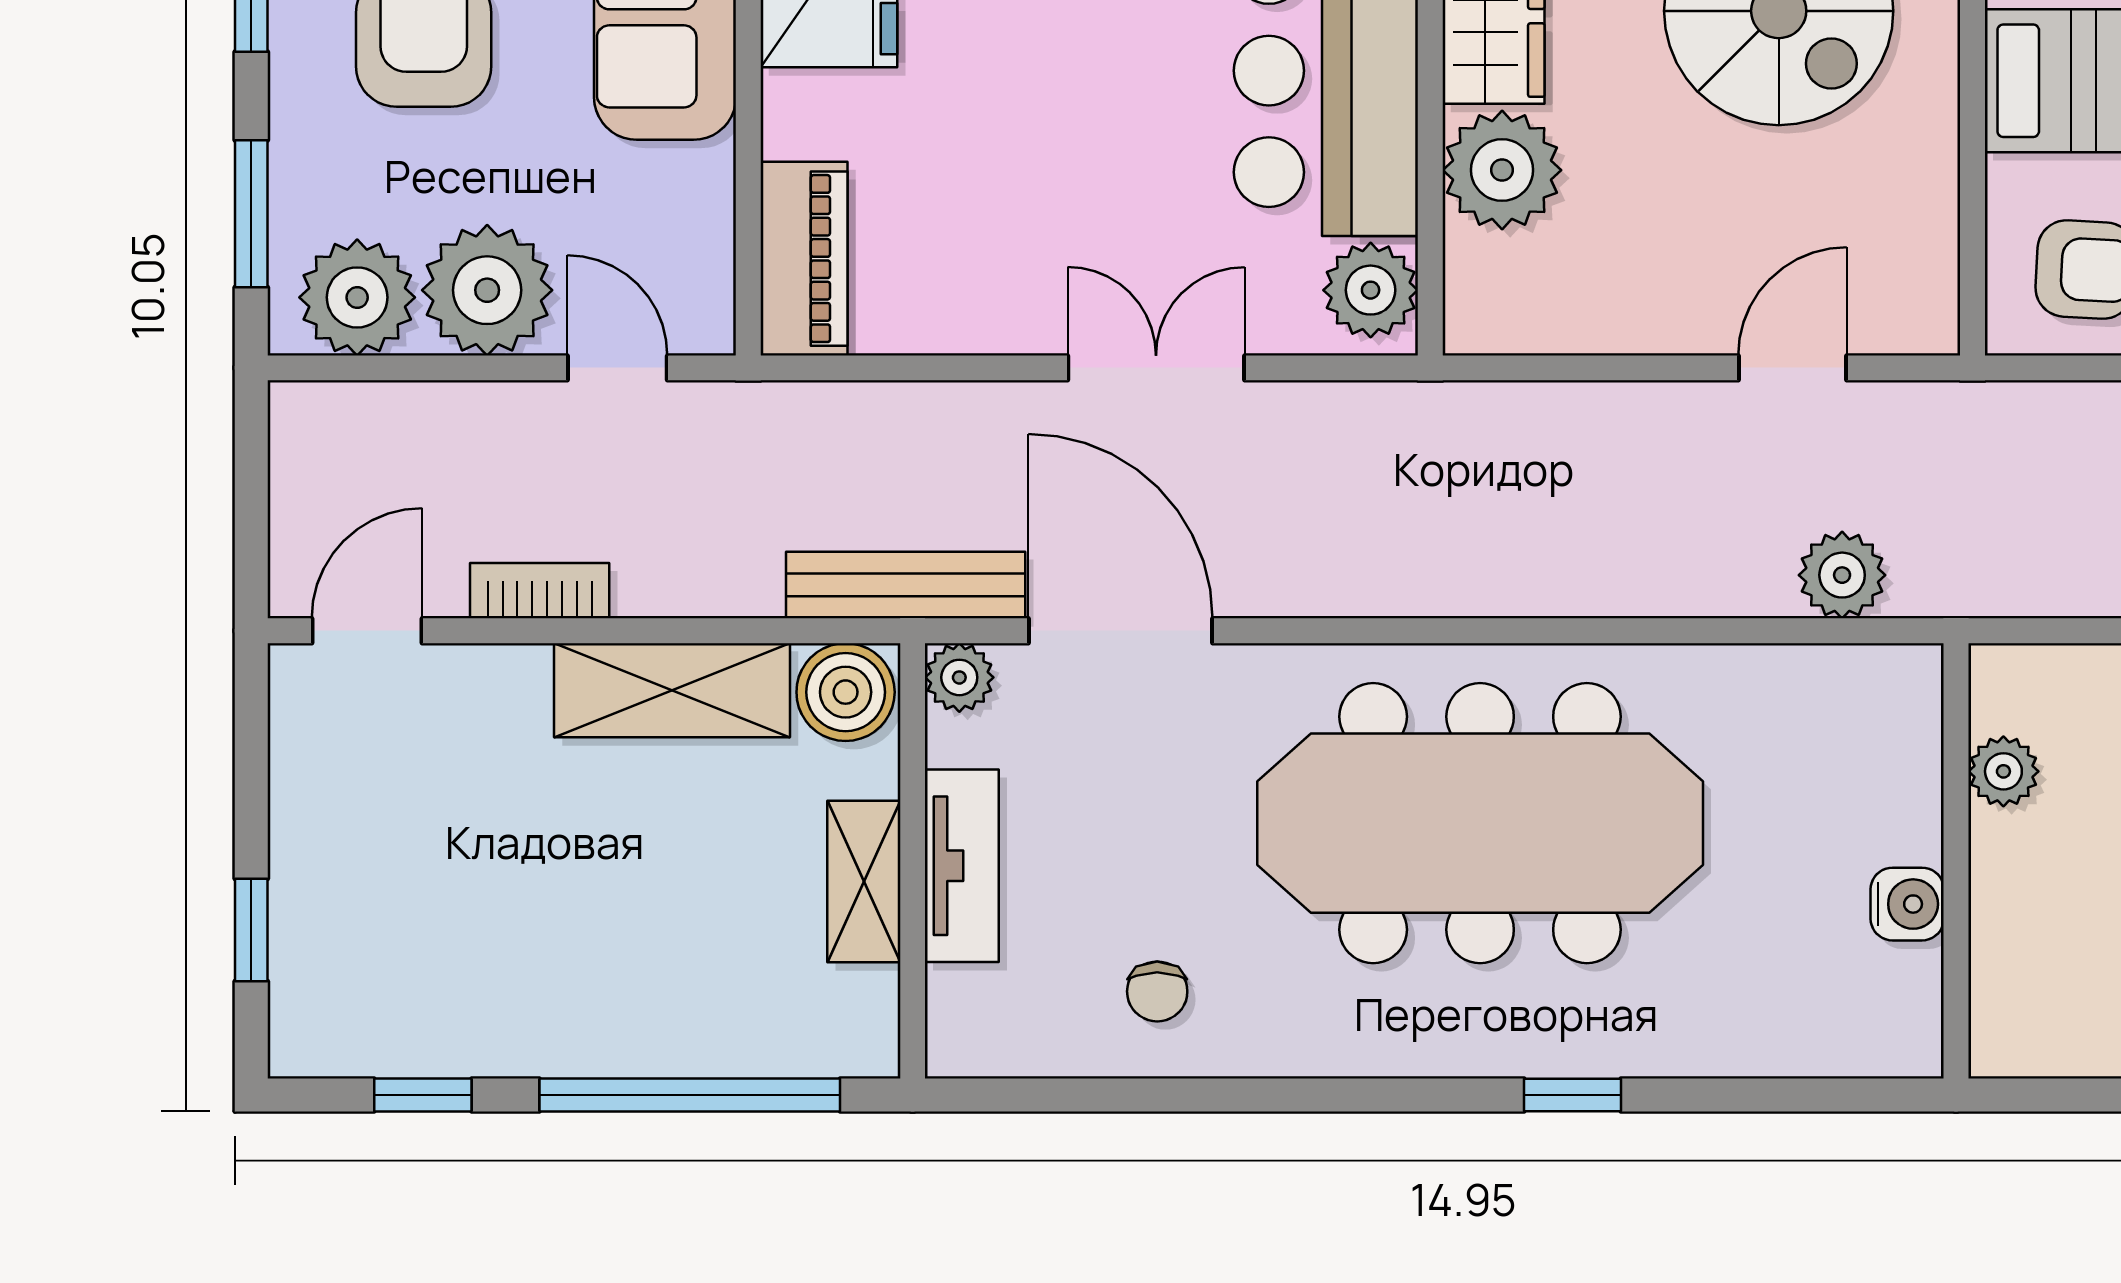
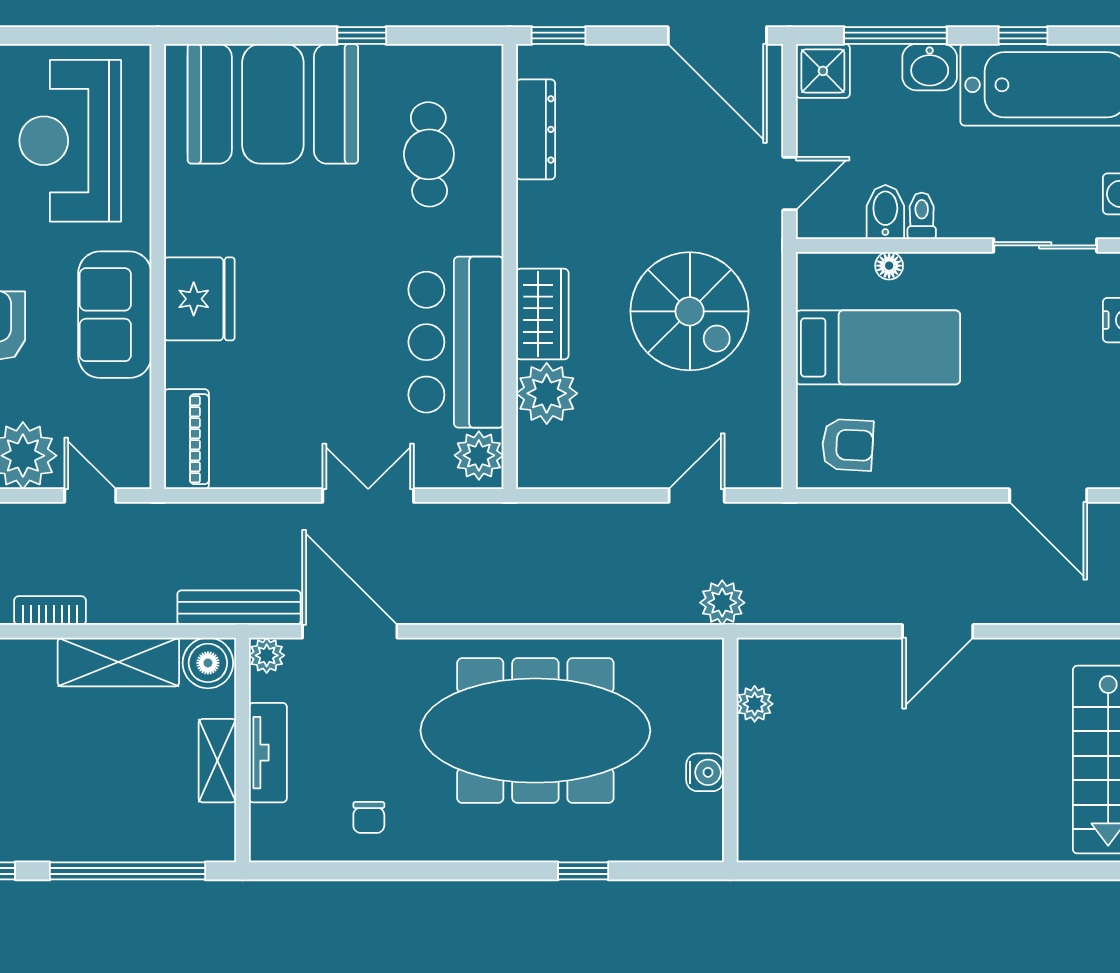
plant: (2003, 771) -> (755, 704), moved
wall: (1956, 861) -> (730, 750), moved
water cooler: (1907, 904) -> (705, 772), moved

